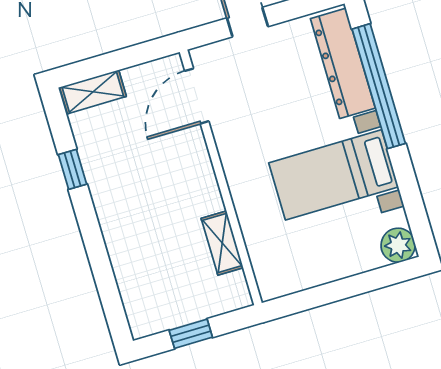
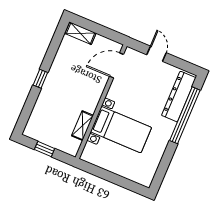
window: (73, 169) -> (40, 79), moved
bed with nightstands: (334, 175) -> (121, 130), moved, turned 180
plant: (398, 245) -> (145, 178), removed

